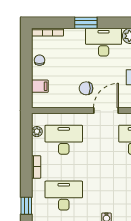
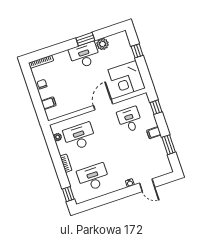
window: (86, 23) -> (85, 39), moved
chair: (86, 88) -> (83, 93), removed

